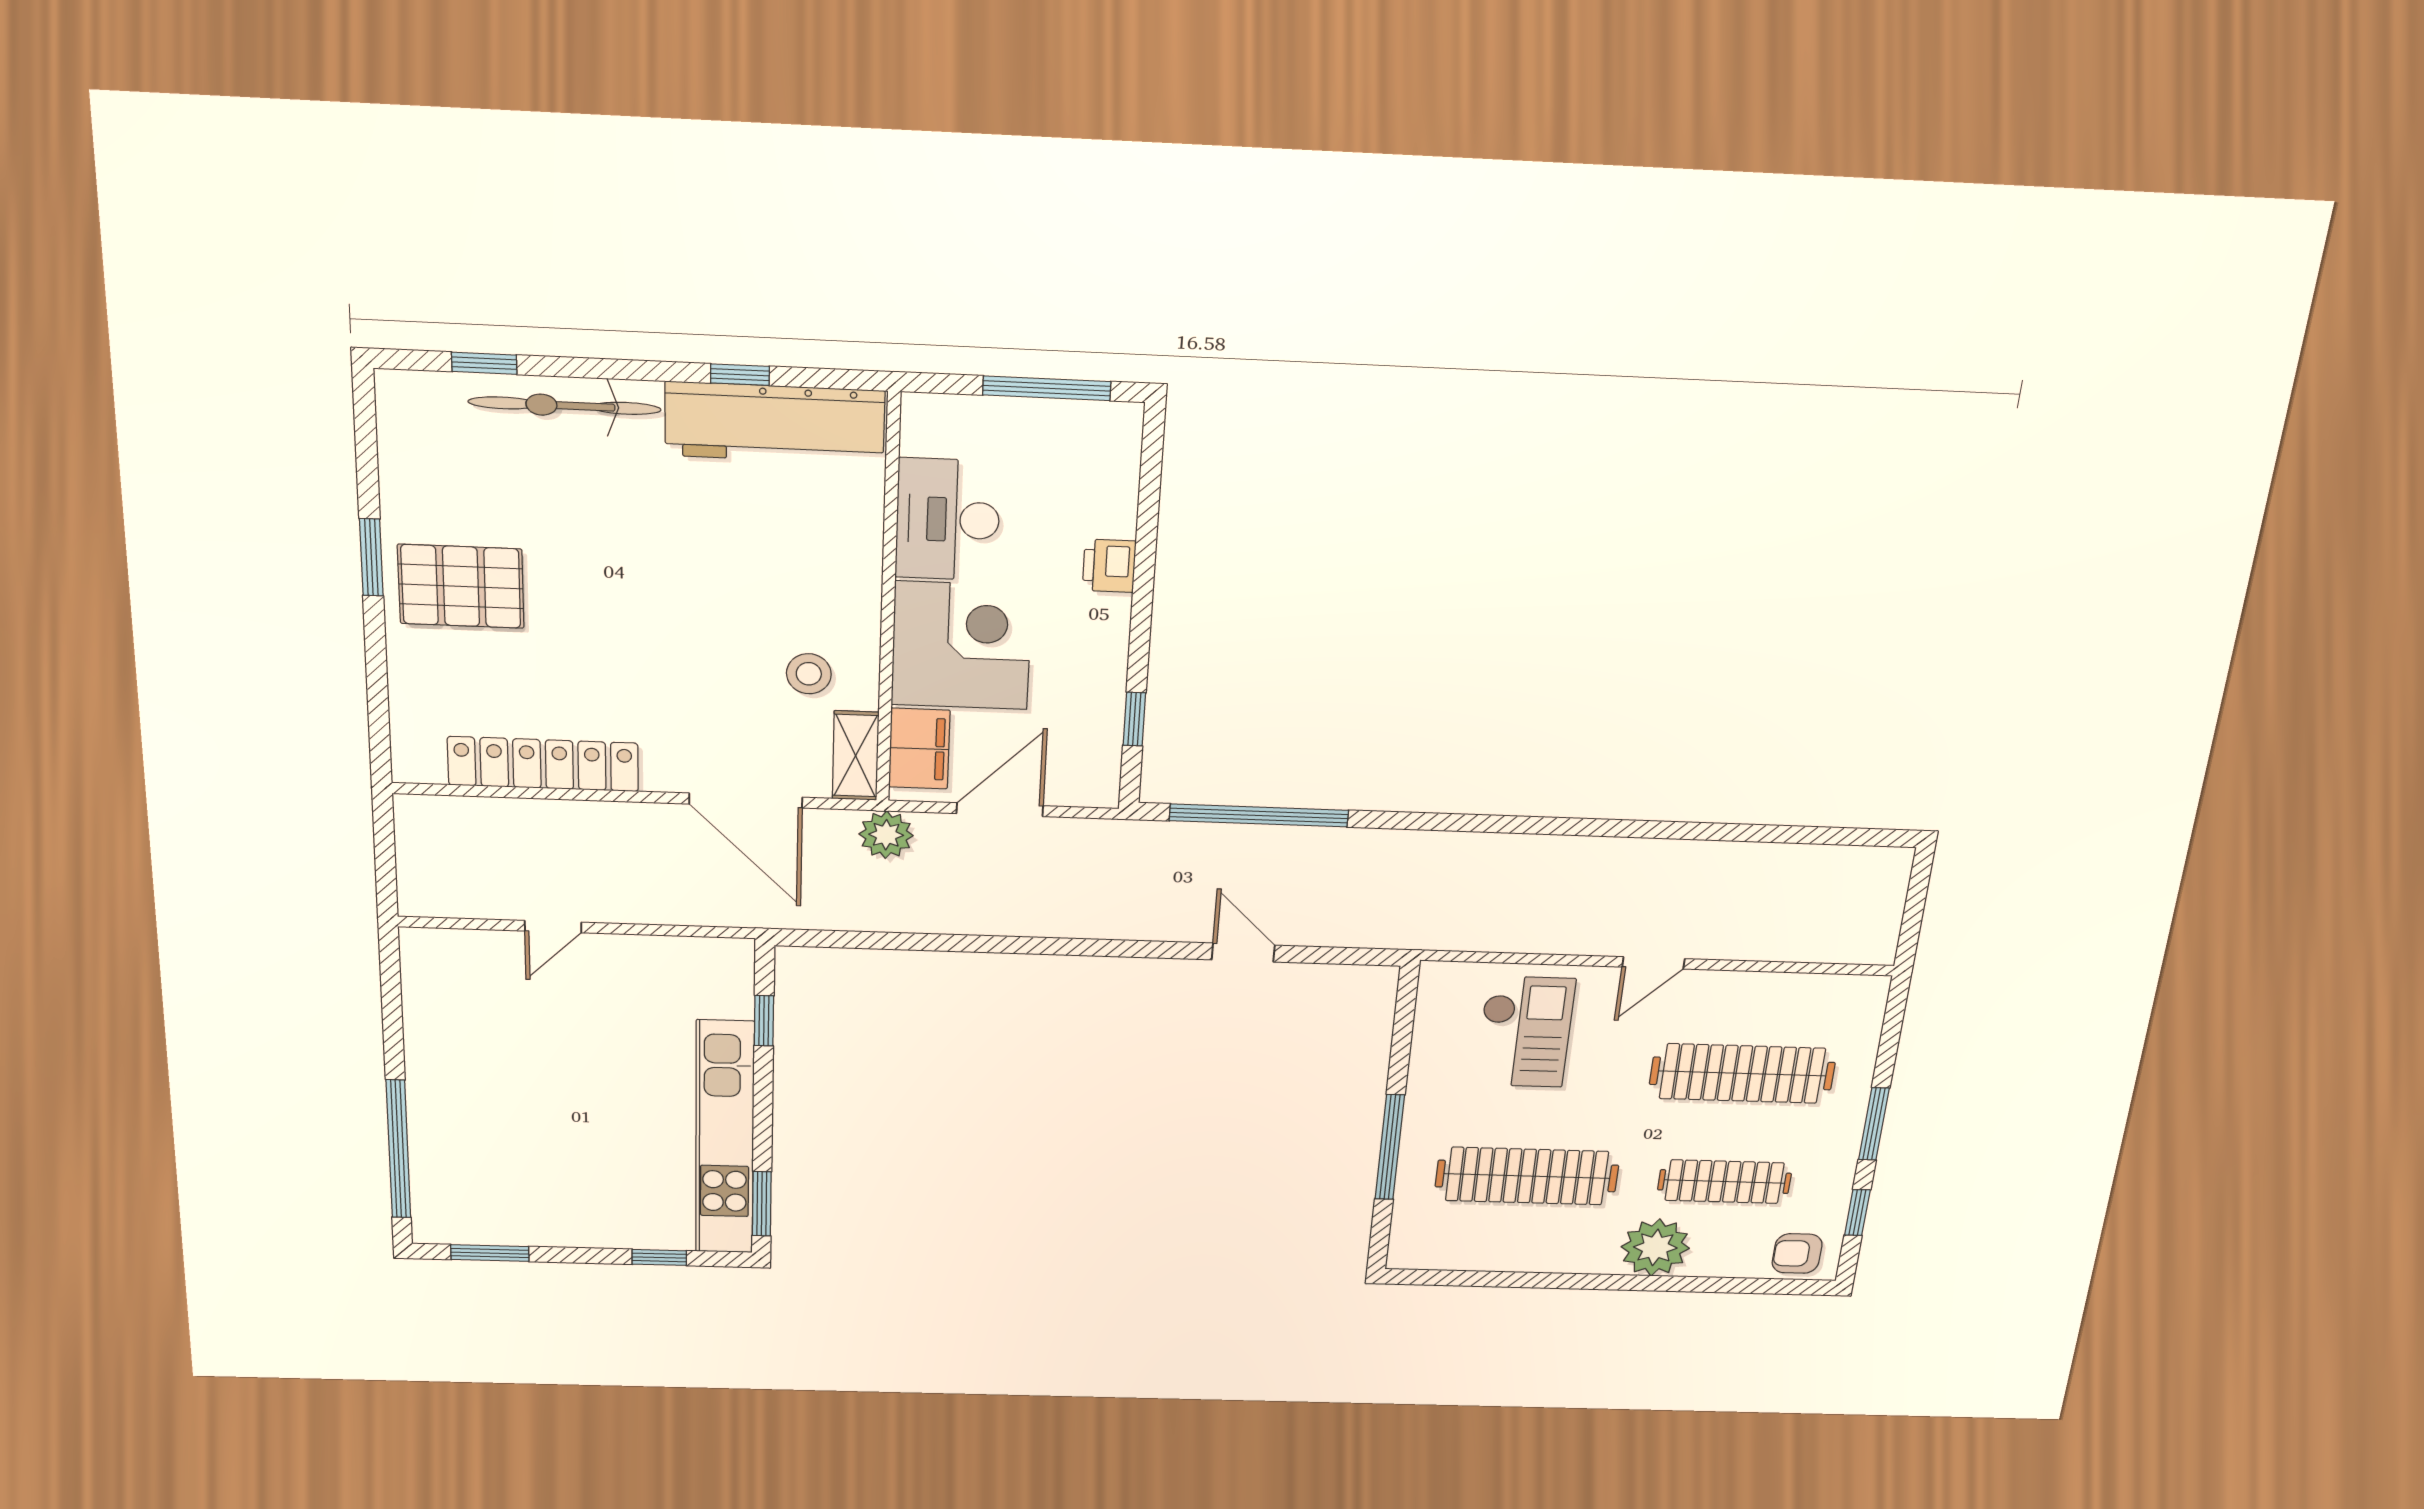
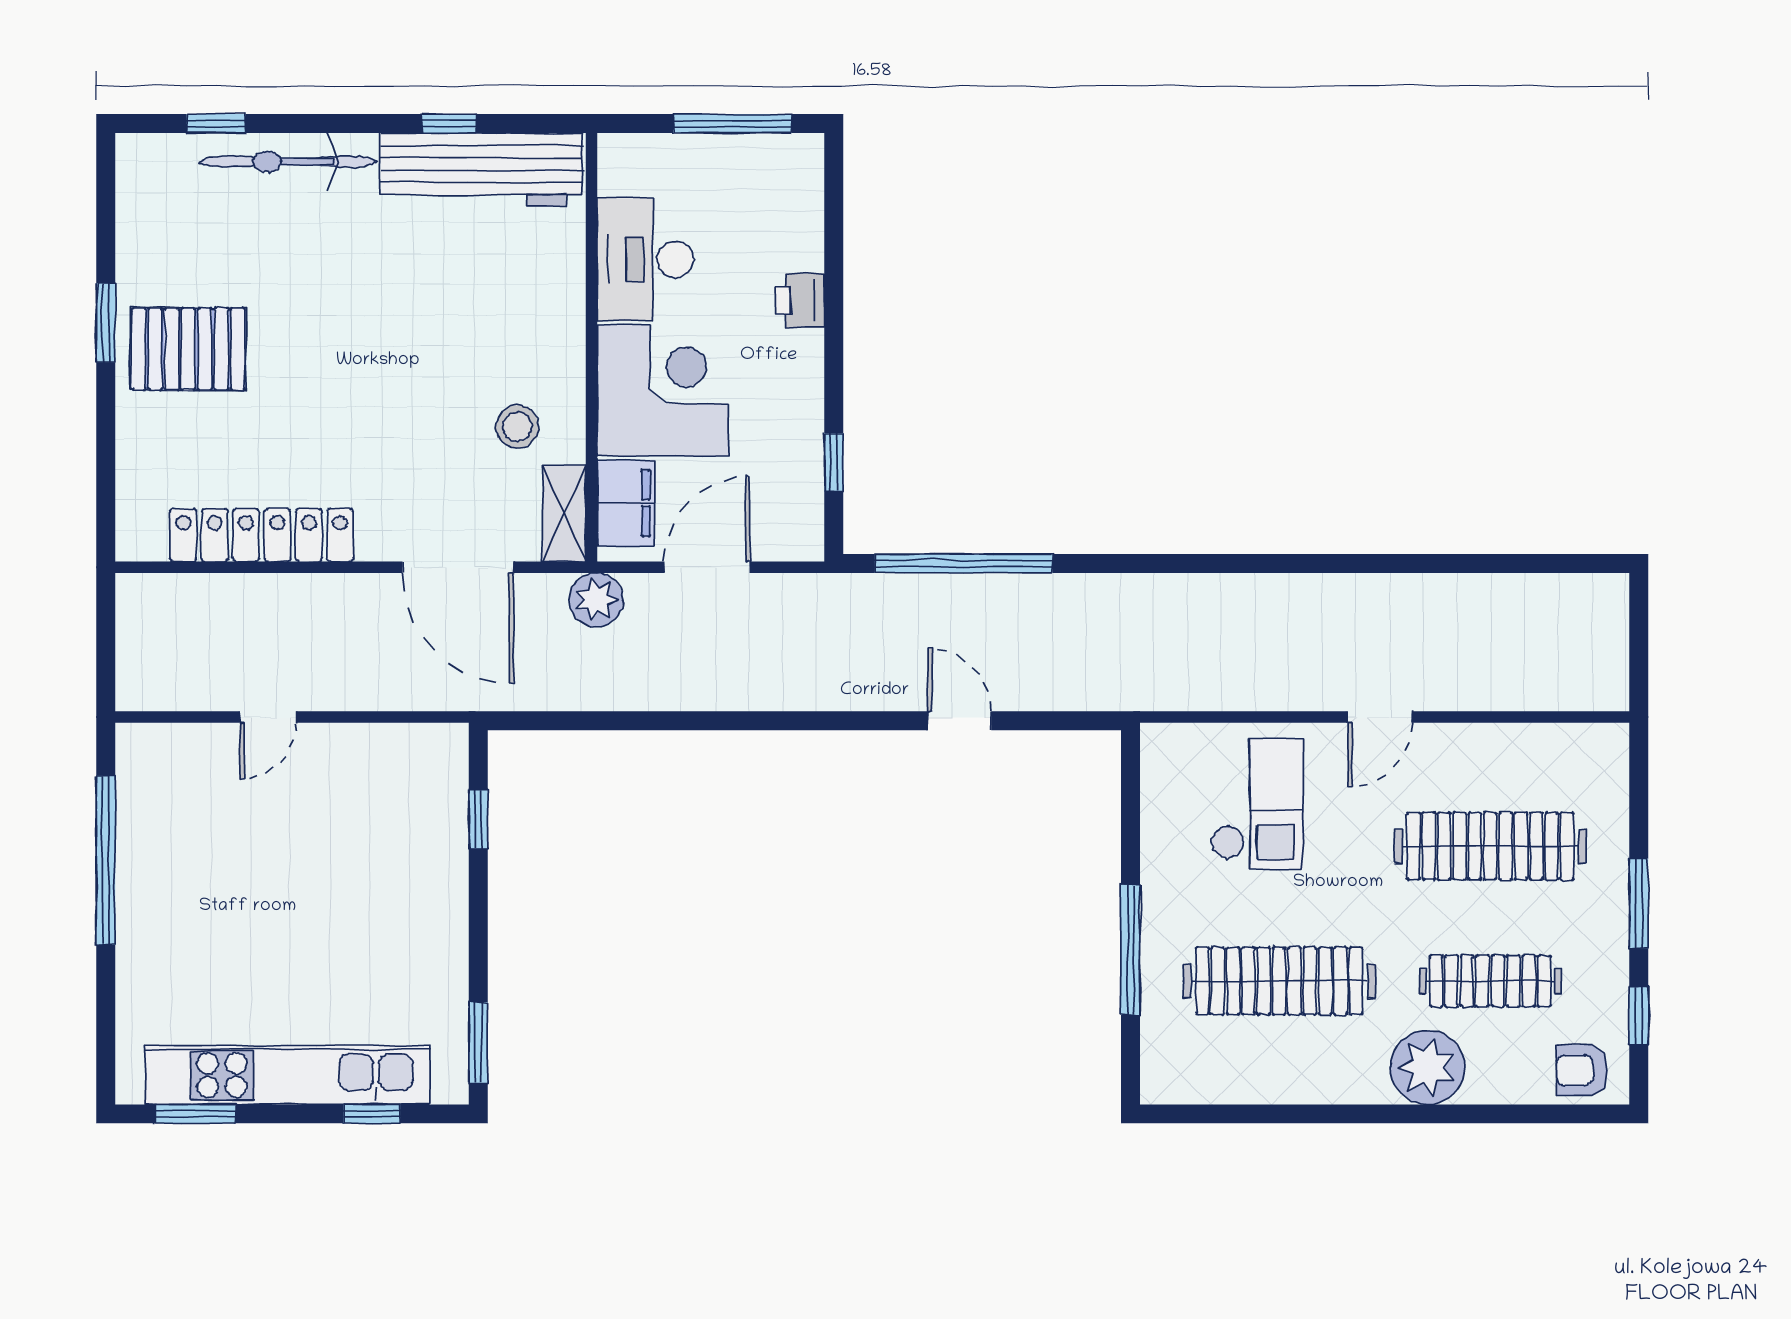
kitchen unit: (725, 1138) -> (287, 1075), moved, turned 90
window: (398, 1149) -> (106, 860), moved

